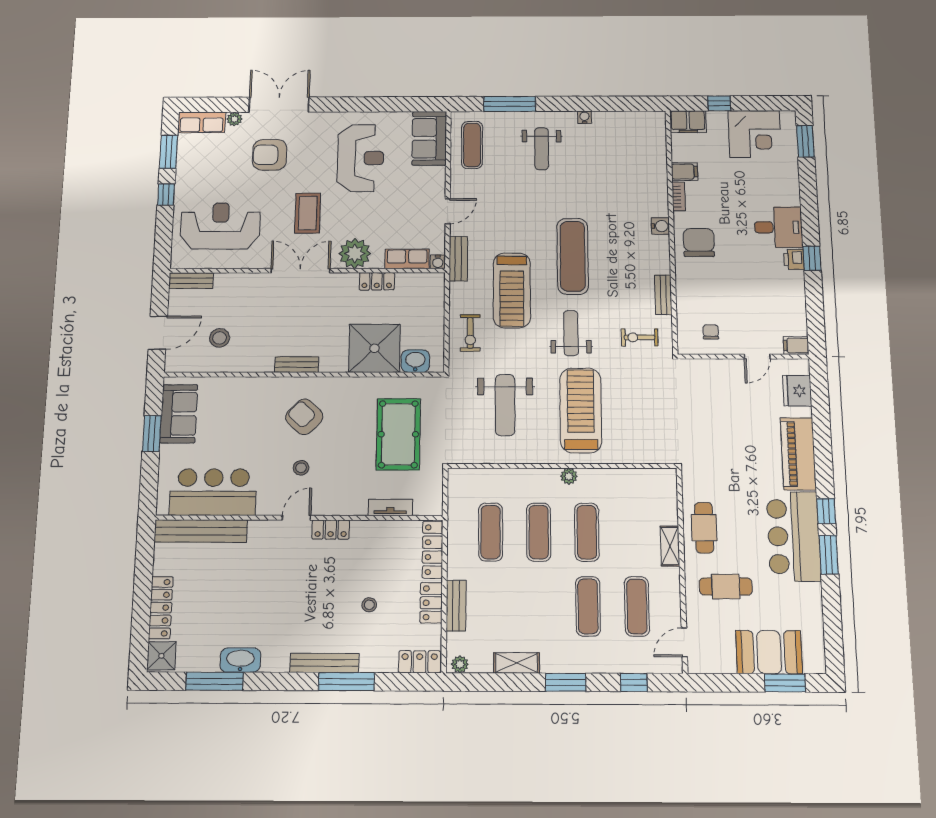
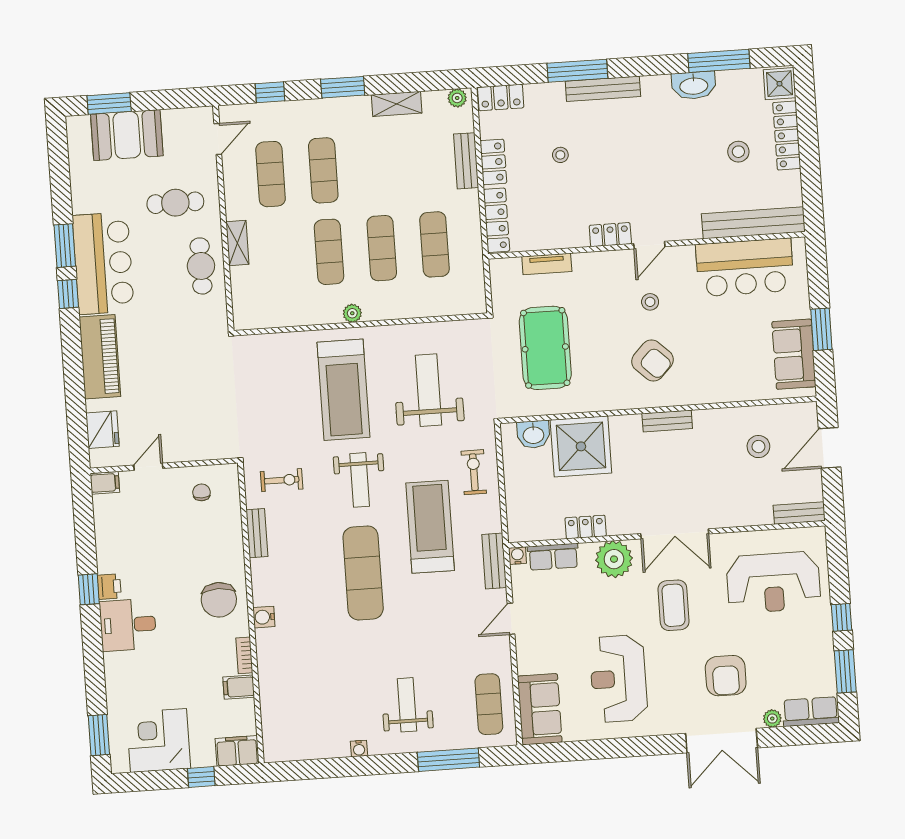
armchair: (270, 155) -> (726, 676), turned 90
chair: (711, 332) -> (201, 492), turned 180
stool: (207, 596) -> (738, 152), added

